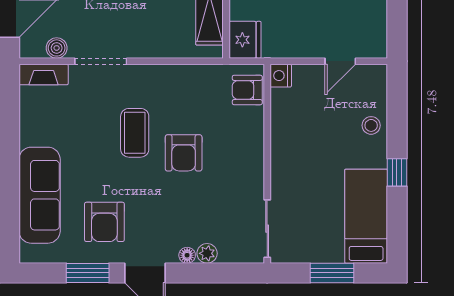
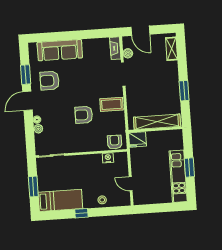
nightstand: (281, 76) -> (108, 158), moved
coffee table: (135, 133) -> (111, 104), moved

